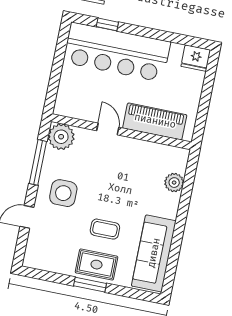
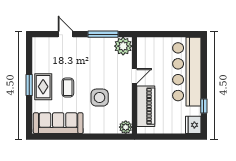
window: (107, 24) -> (204, 106), moved
plant: (174, 183) -> (126, 127), moved
side table: (63, 193) -> (100, 98), moved

